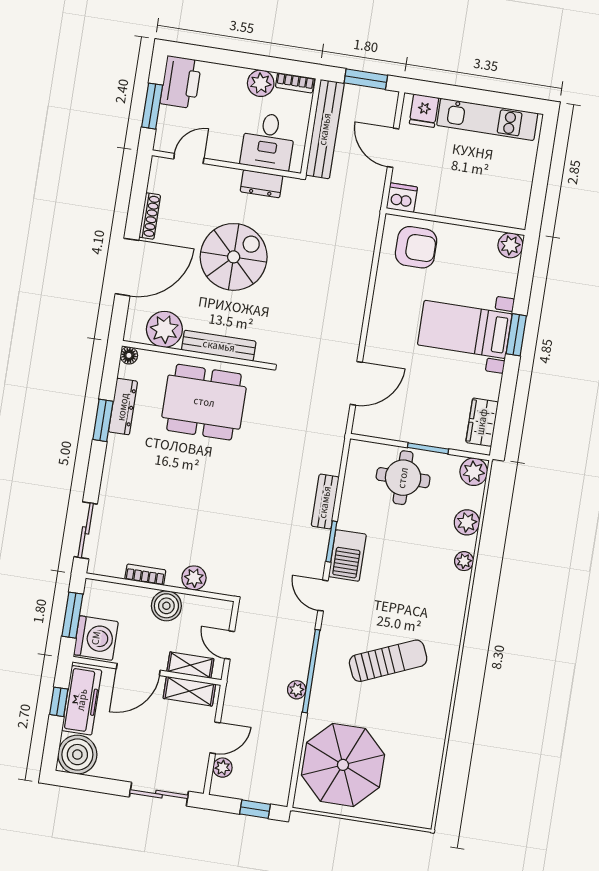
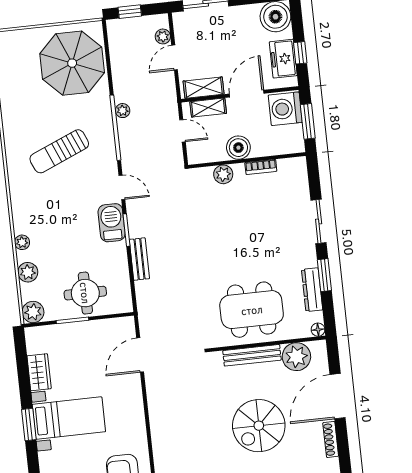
wardrobe: (482, 422) -> (39, 372), moved
sliding door: (86, 530) -> (319, 222), moved
freezer: (82, 700) -> (283, 59), width x0.71

